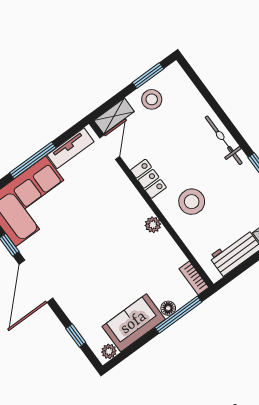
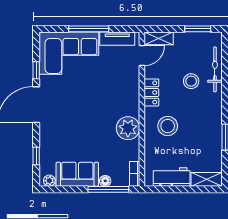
stool: (152, 99) -> (191, 81), moved
bicycle: (224, 140) -> (215, 69), moved
plant: (153, 225) -> (128, 128), width x1.88, depth x1.88

